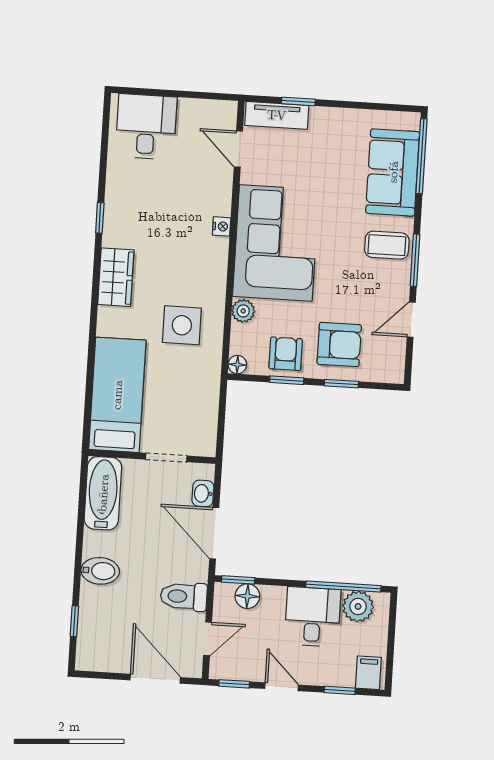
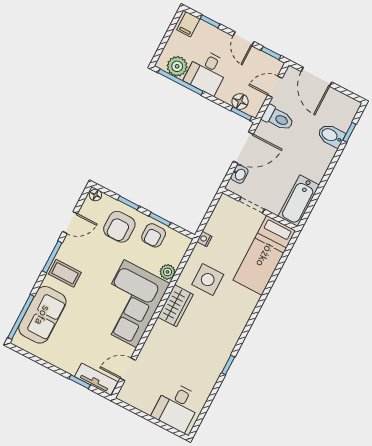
door: (238, 149) -> (128, 369), swing flipped
nightstand: (222, 226) -> (204, 239), moved
wardrobe: (116, 277) -> (175, 306), moved, turned 180
armchair: (339, 345) -> (119, 227), turned -90
floor lamp: (237, 365) -> (95, 195), moved
door: (214, 533) -> (243, 148), hinge flipped
bidet: (100, 571) -> (331, 136), moved

